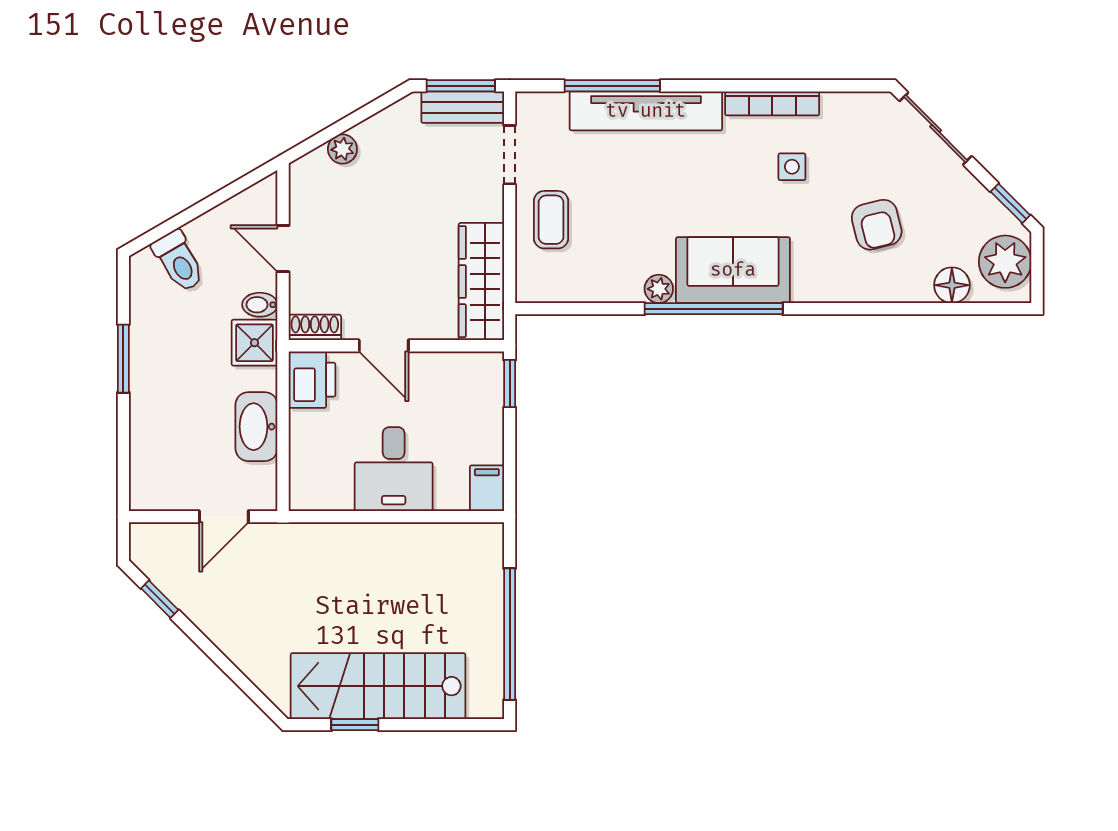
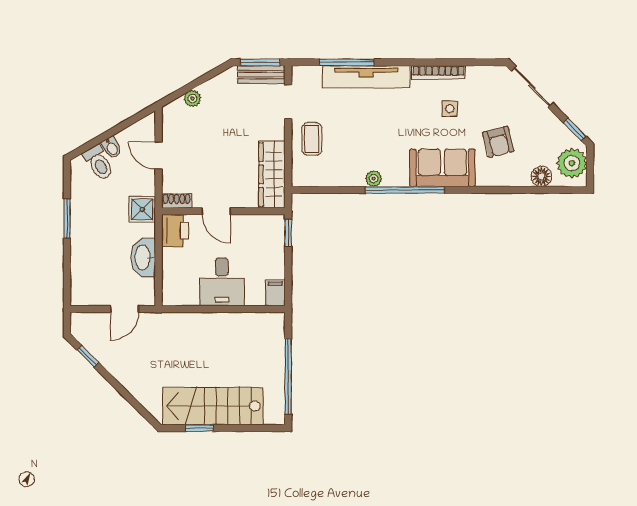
sofa: (733, 270) -> (442, 168), moved
bidet: (260, 305) -> (112, 148), moved, turned -120

